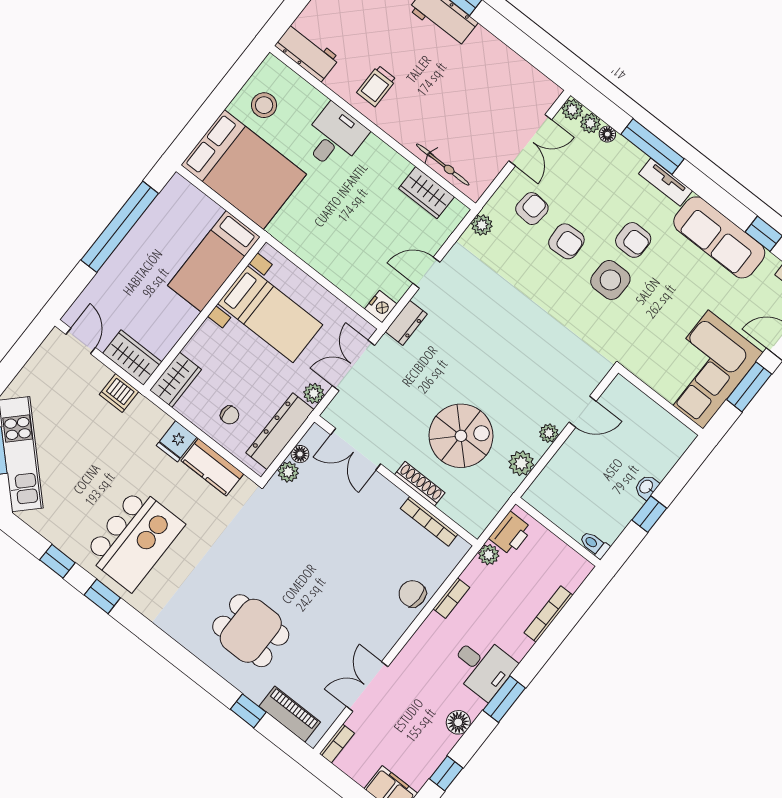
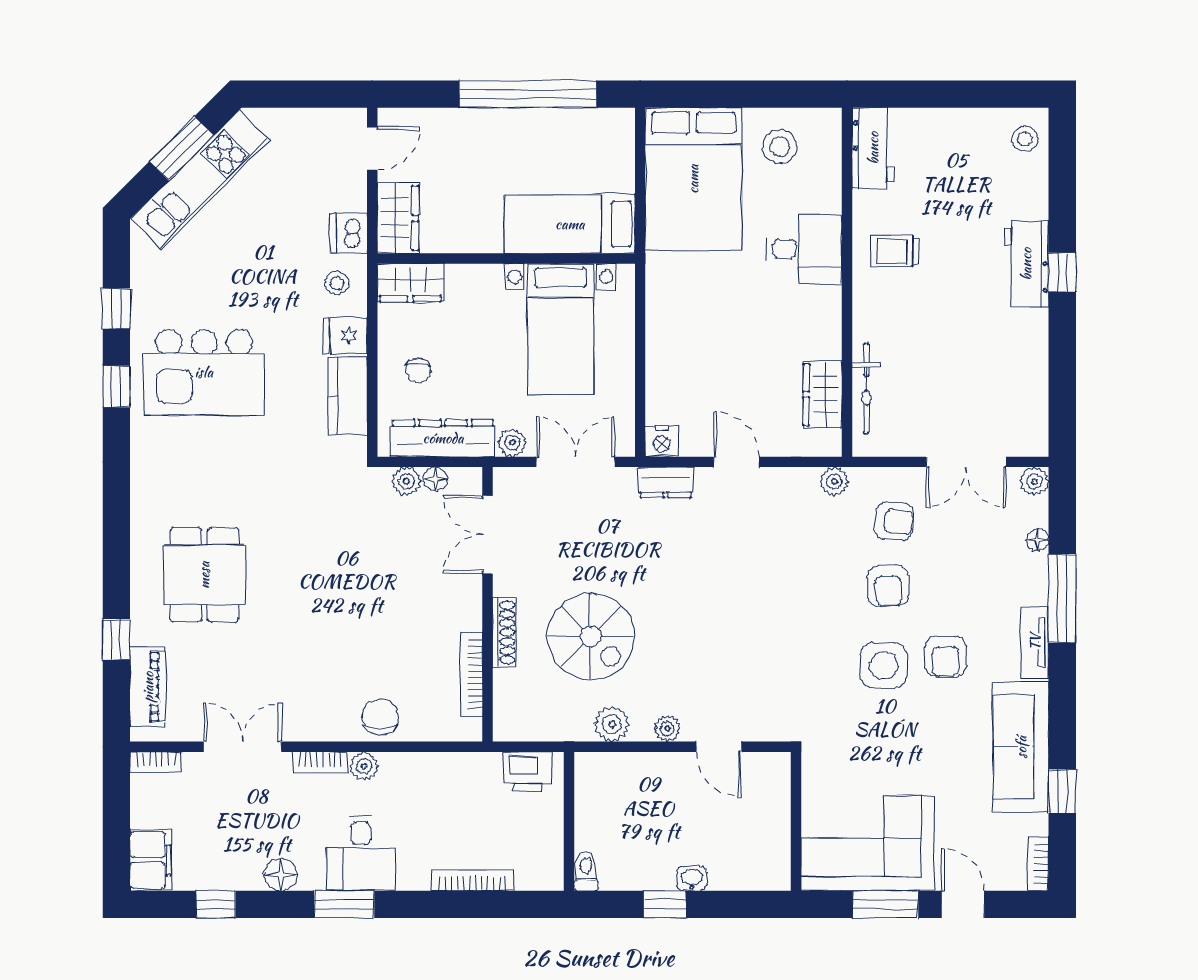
plant: (590, 123) -> (1035, 512), removed
stool: (142, 423) -> (337, 283), added
plant: (489, 555) -> (364, 766), moved
bookcase: (451, 598) -> (320, 763), moved

